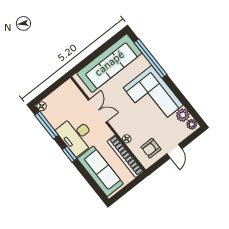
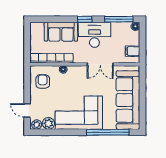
filing cabinet: (65, 92) -> (133, 51), added
door: (174, 151) -> (27, 110), moved
sofa: (100, 171) -> (61, 32), width x0.73

